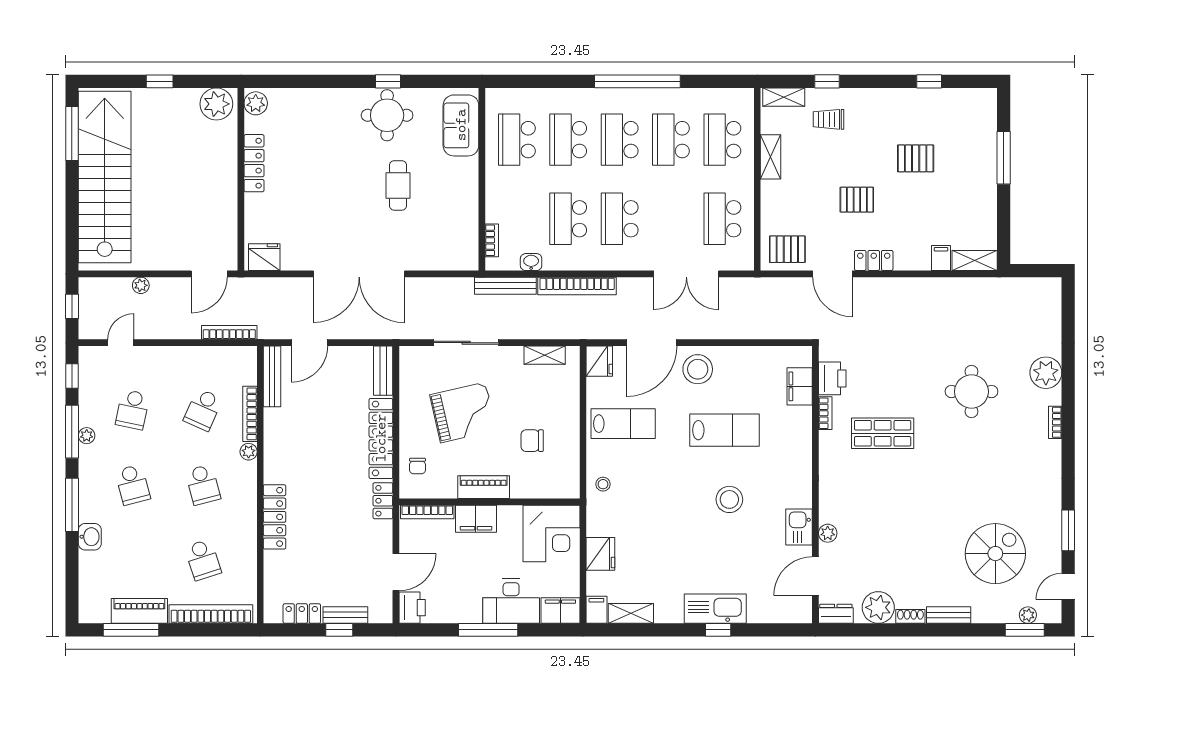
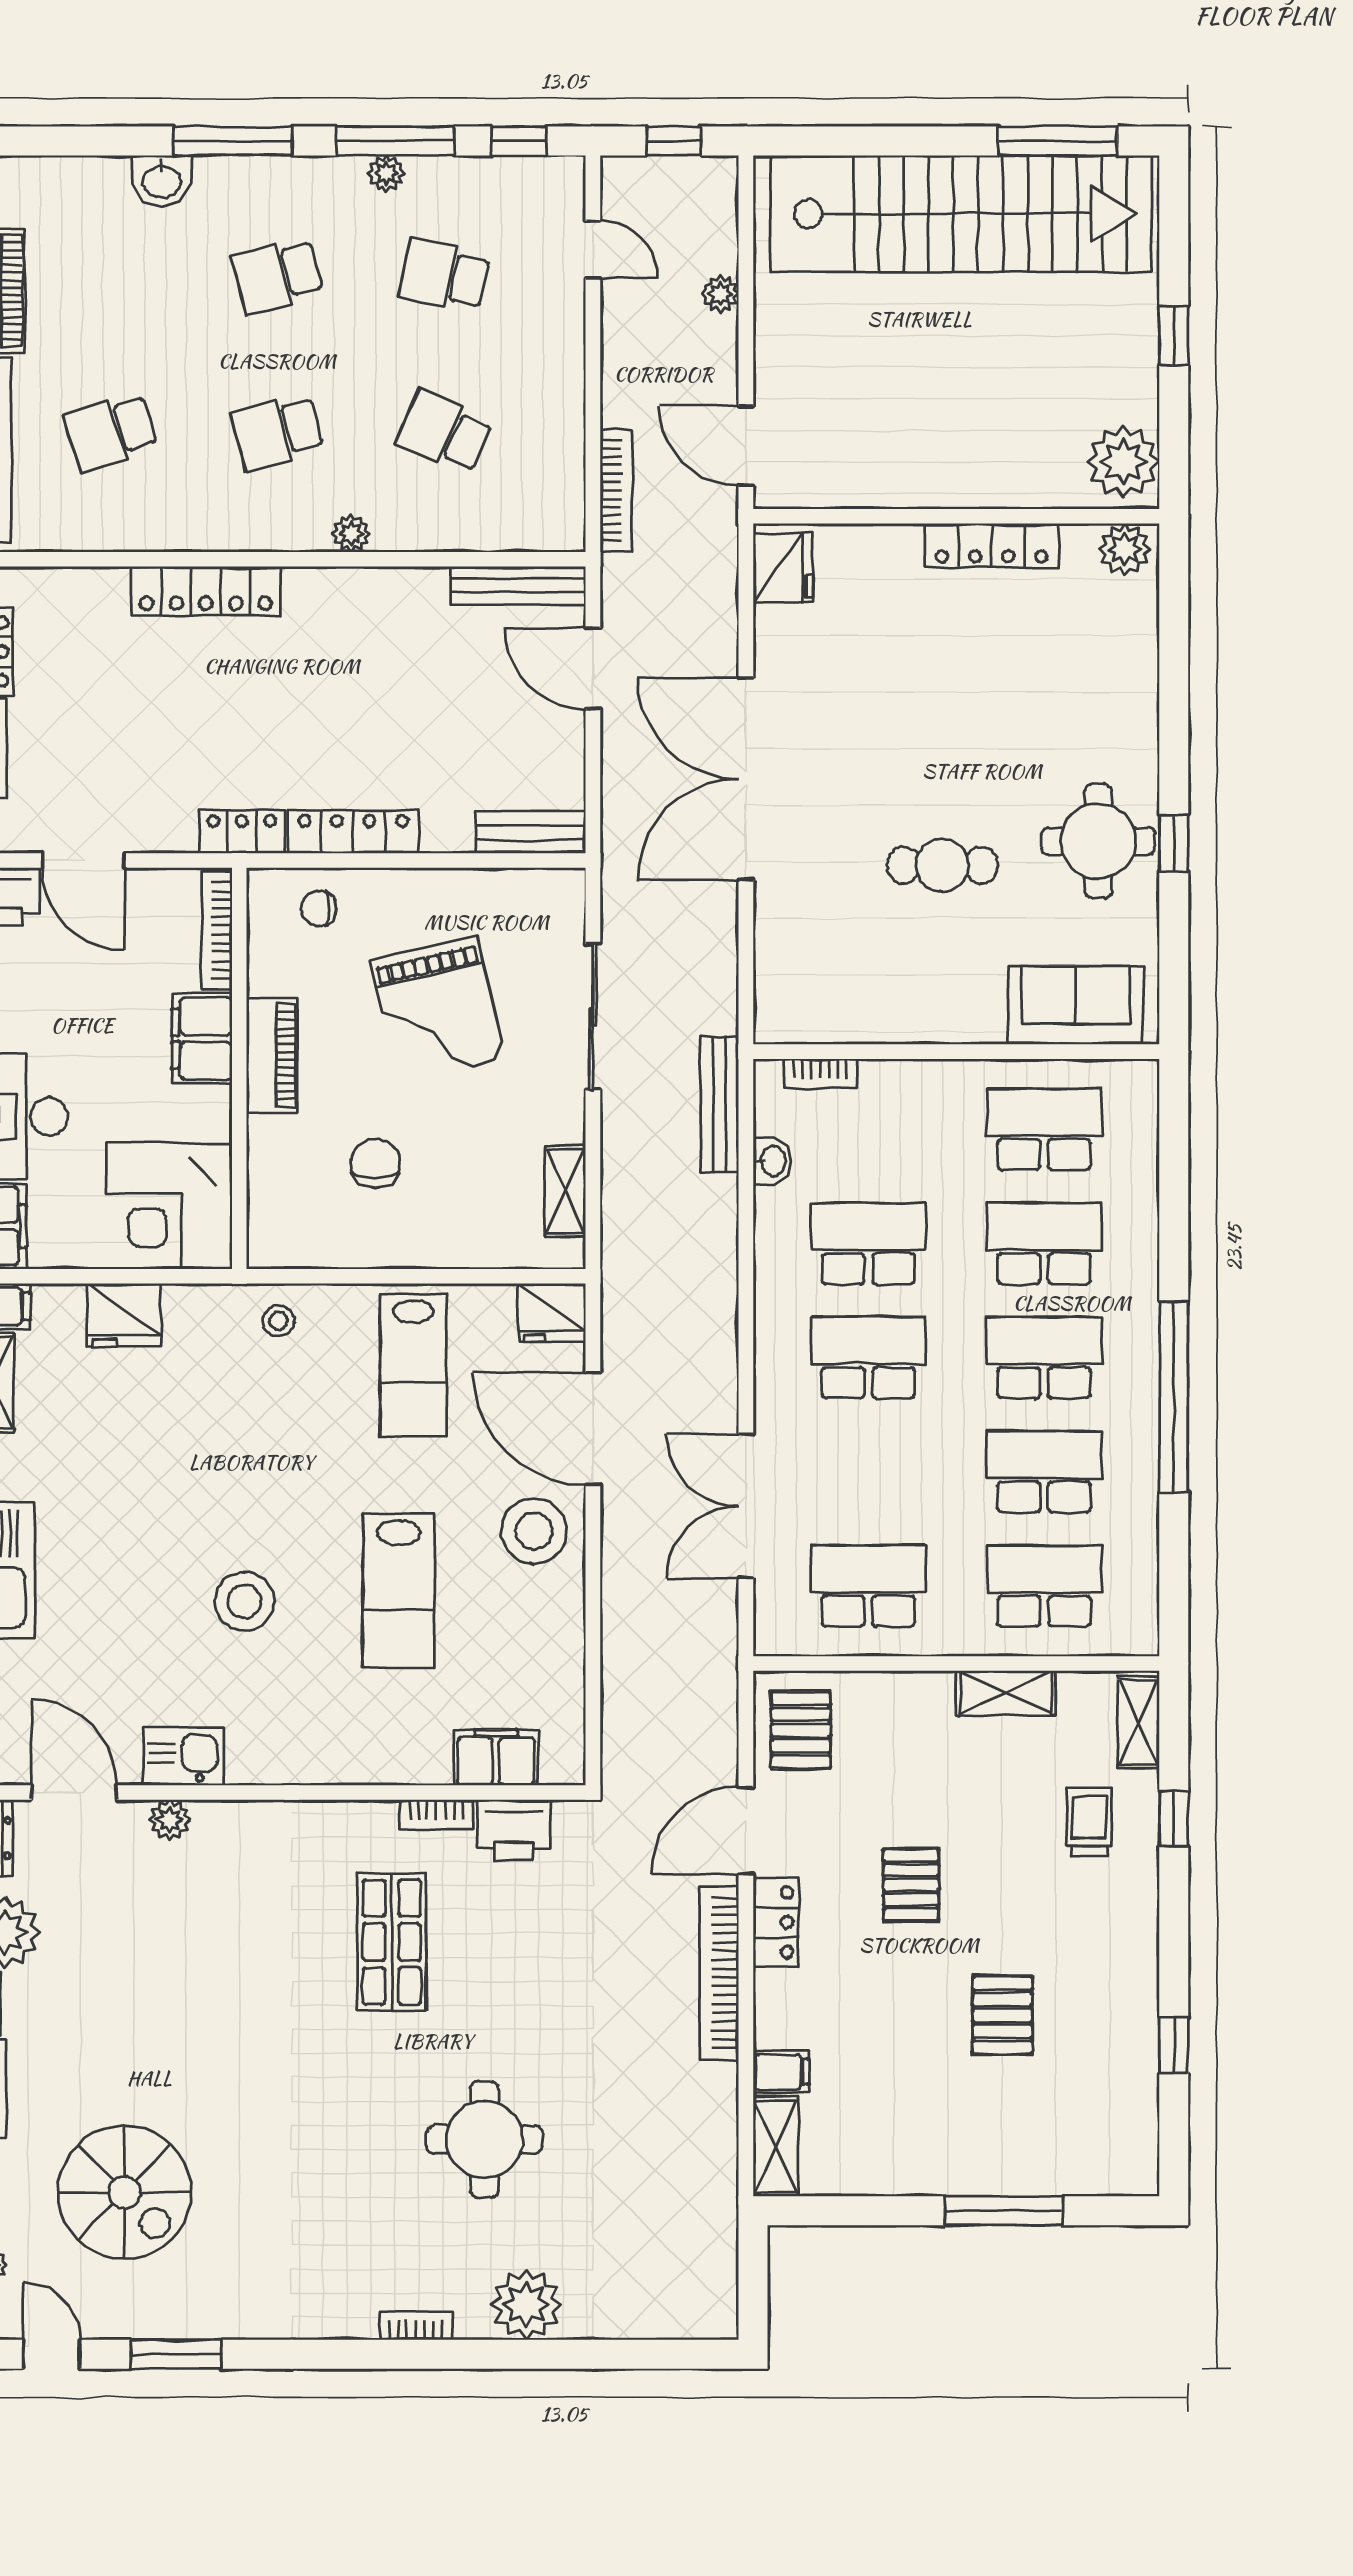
bookcase: (577, 286) -> (719, 1973), moved
bookcase: (250, 414) -> (435, 536), removed
locker: (381, 438) -> (353, 832), width x0.71, depth x0.83

